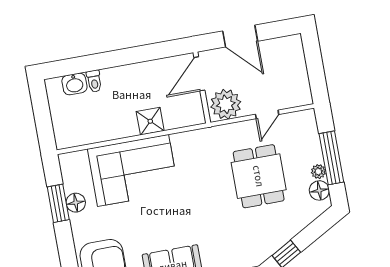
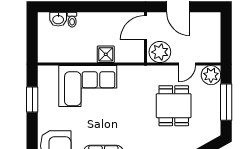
plant: (318, 172) -> (211, 75), moved, width x1.88, depth x1.88
floor lamp: (319, 190) -> (214, 123), removed
floor lamp: (76, 203) -> (44, 101), removed

